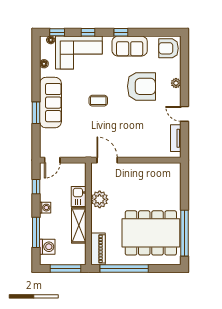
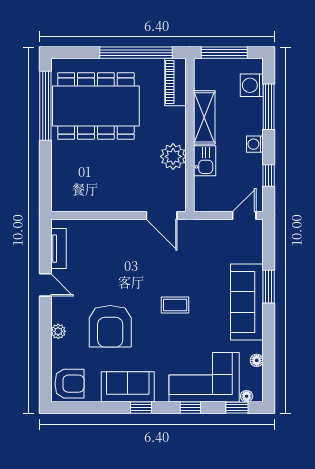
armchair: (141, 86) -> (110, 326), turned -90

